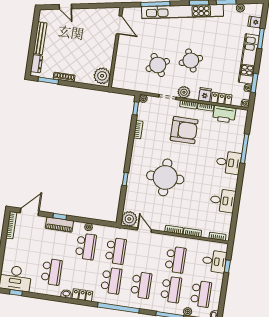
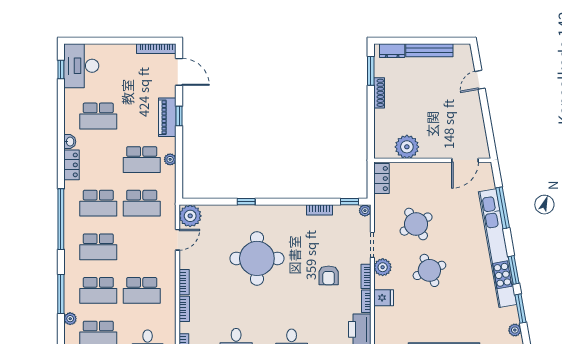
plant: (102, 76) -> (407, 147), moved
locker: (221, 99) -> (382, 179), moved
armchair: (184, 130) -> (329, 275), width x0.53, depth x0.53

